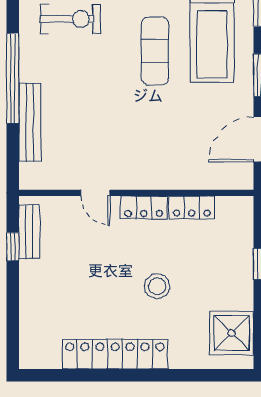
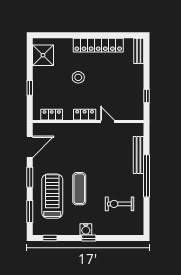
locker: (192, 207) -> (52, 115), moved
bench: (29, 232) -> (139, 51), moved

